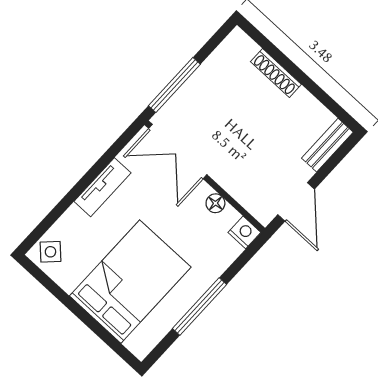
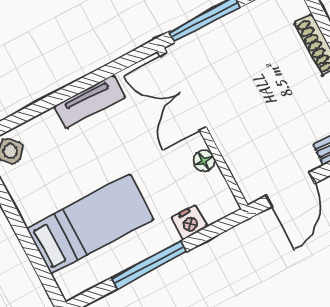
nightstand: (244, 232) -> (189, 222), moved, turned 90
bed: (130, 282) -> (90, 224), width x0.67

